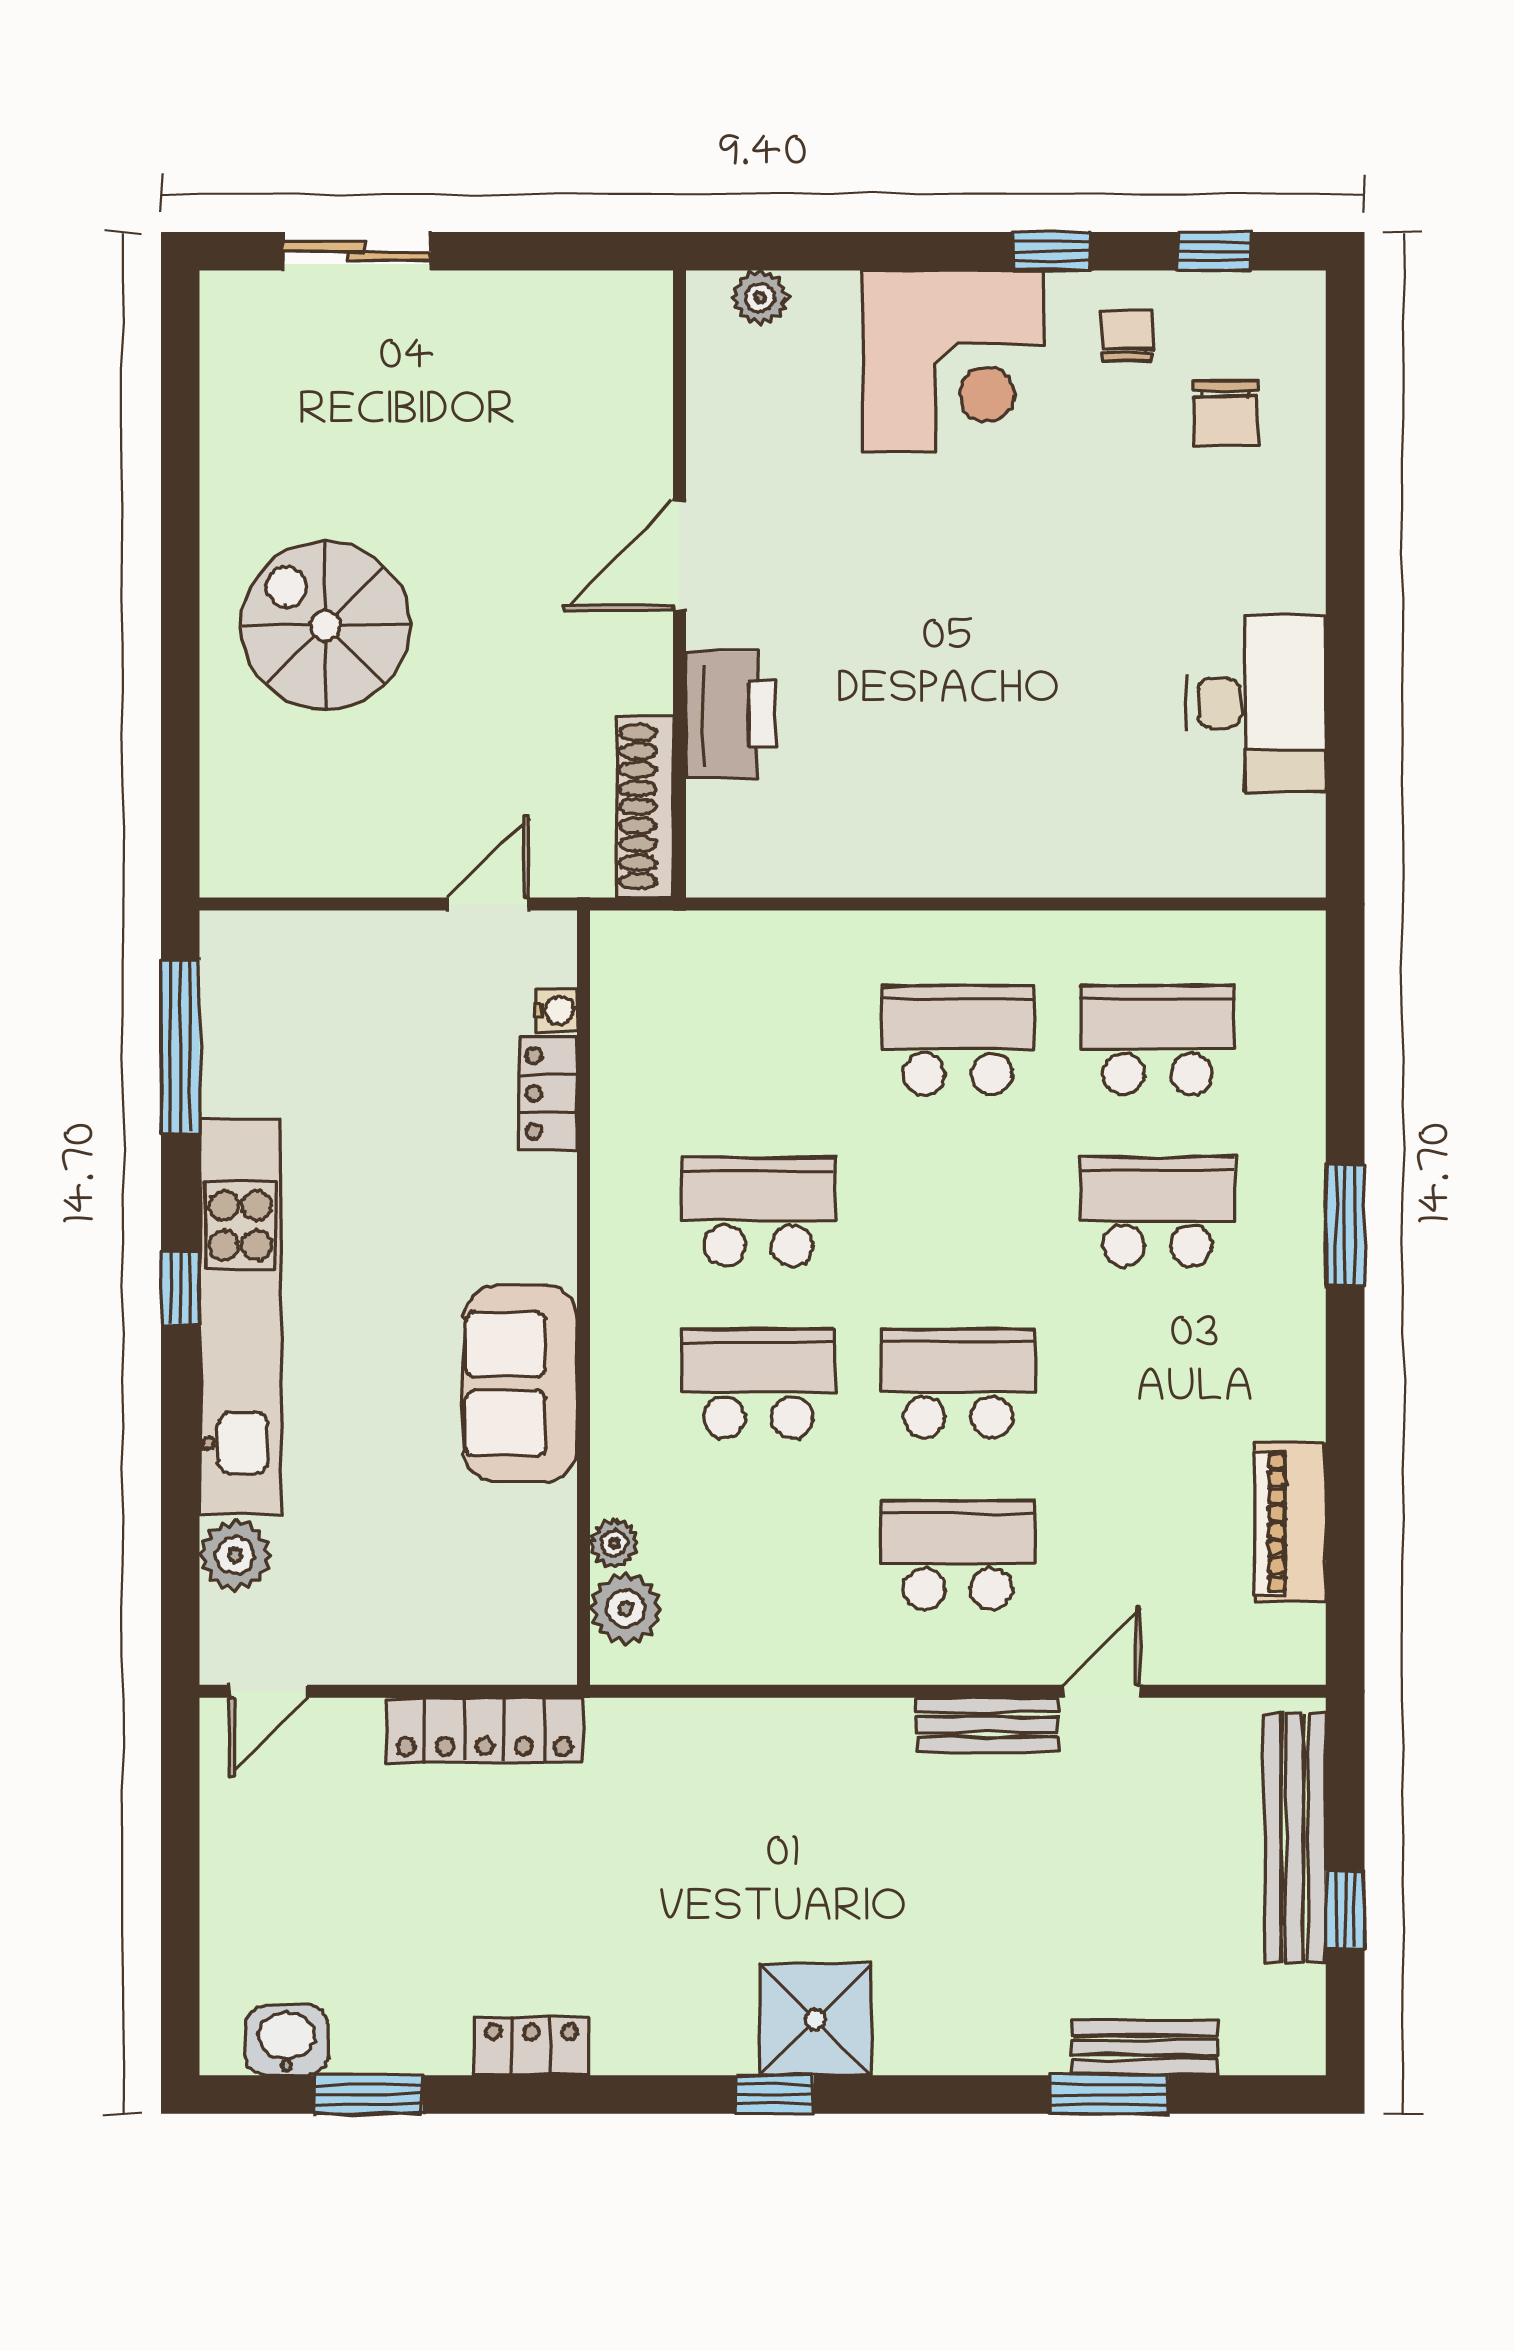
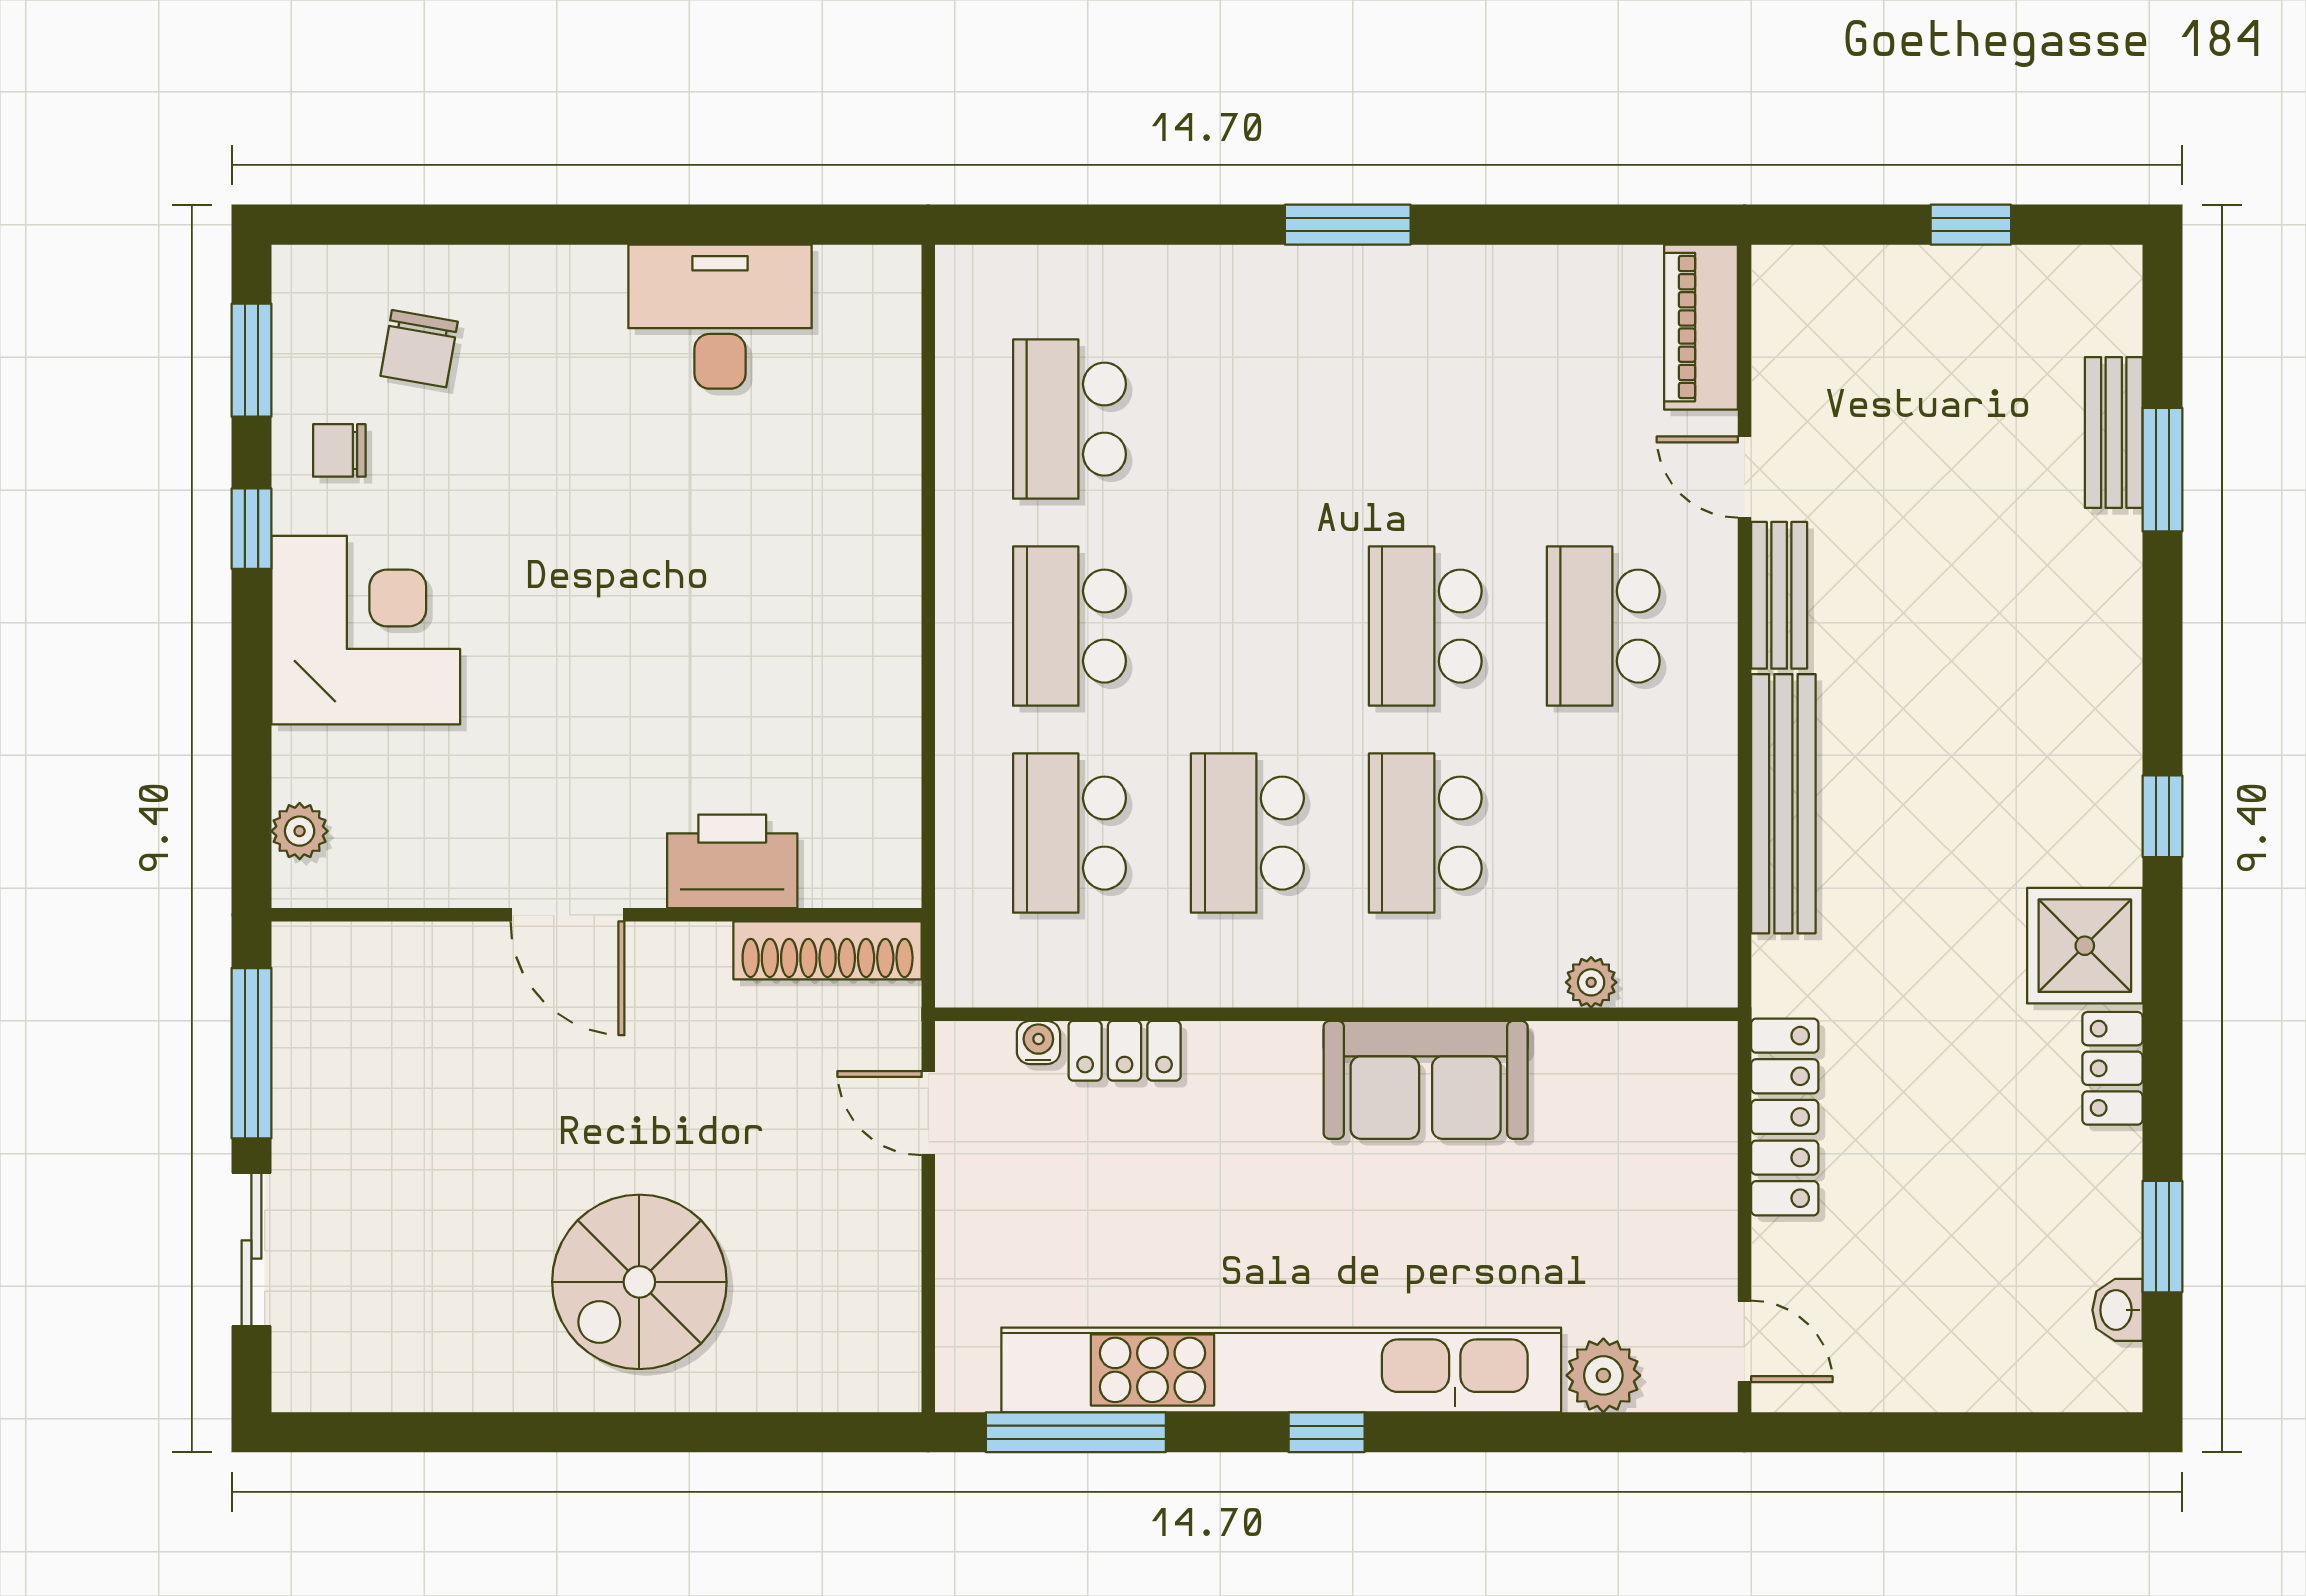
window: (546, 251) -> (251, 1053), added
window: (1214, 251) -> (251, 360), width x1.50
chair: (1225, 413) -> (419, 349), turned 100
school desk: (1158, 1212) -> (1069, 833), moved
window: (1345, 1225) -> (1348, 225), moved
kitchen unit: (240, 1316) -> (1281, 1370), width x1.36
piano: (1290, 1522) -> (1701, 327), moved, turned 90
plant: (626, 1609) -> (1659, 971), removed
bench: (1295, 1838) -> (1783, 804), moved, turned 90
shower: (815, 2020) -> (2085, 946), moved
washbasin: (287, 2040) -> (2117, 1310), width x0.72, depth x0.69

